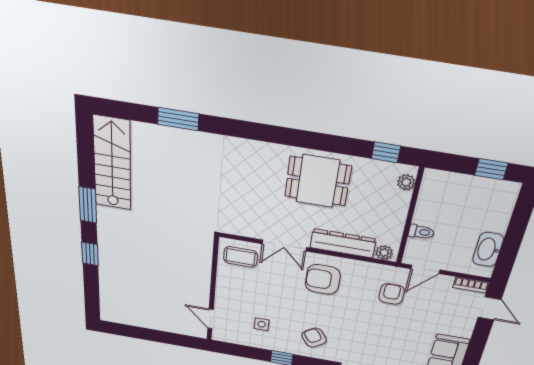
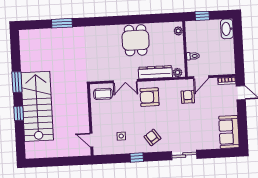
window: (386, 152) -> (165, 18), removed
stairs: (112, 164) -> (37, 106), moved, width x1.36, depth x1.51
window: (491, 169) -> (202, 16), moved
dining table: (318, 181) -> (136, 40), turned 90
washbasin: (488, 249) -> (227, 29), moved

